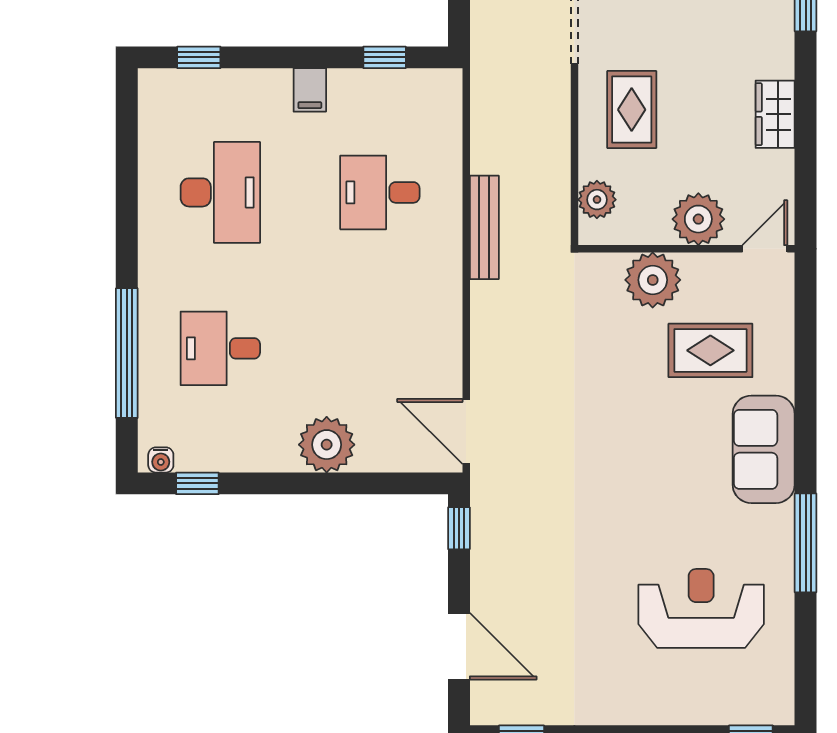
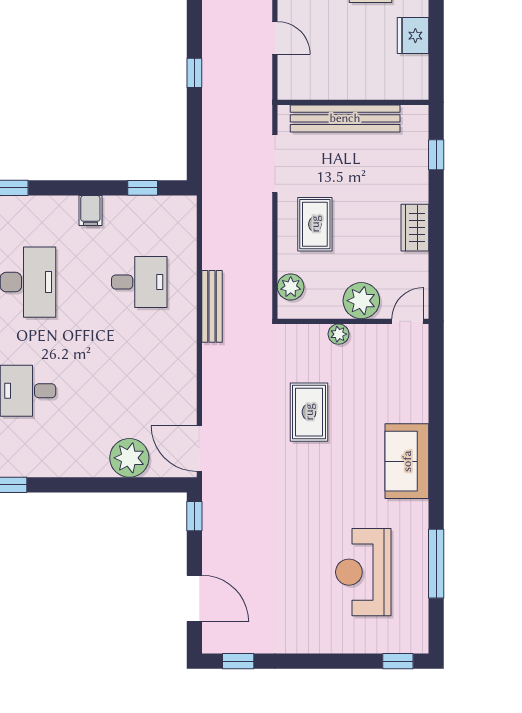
desk: (380, 192) -> (139, 282), turned 180
plant: (653, 280) -> (339, 334), width x0.53, depth x0.53
rug: (710, 350) -> (309, 412), moved, turned 90
plant: (327, 445) -> (129, 458), moved
window: (806, 543) -> (436, 564), moved
reception desk: (701, 608) -> (363, 572), turned -90

